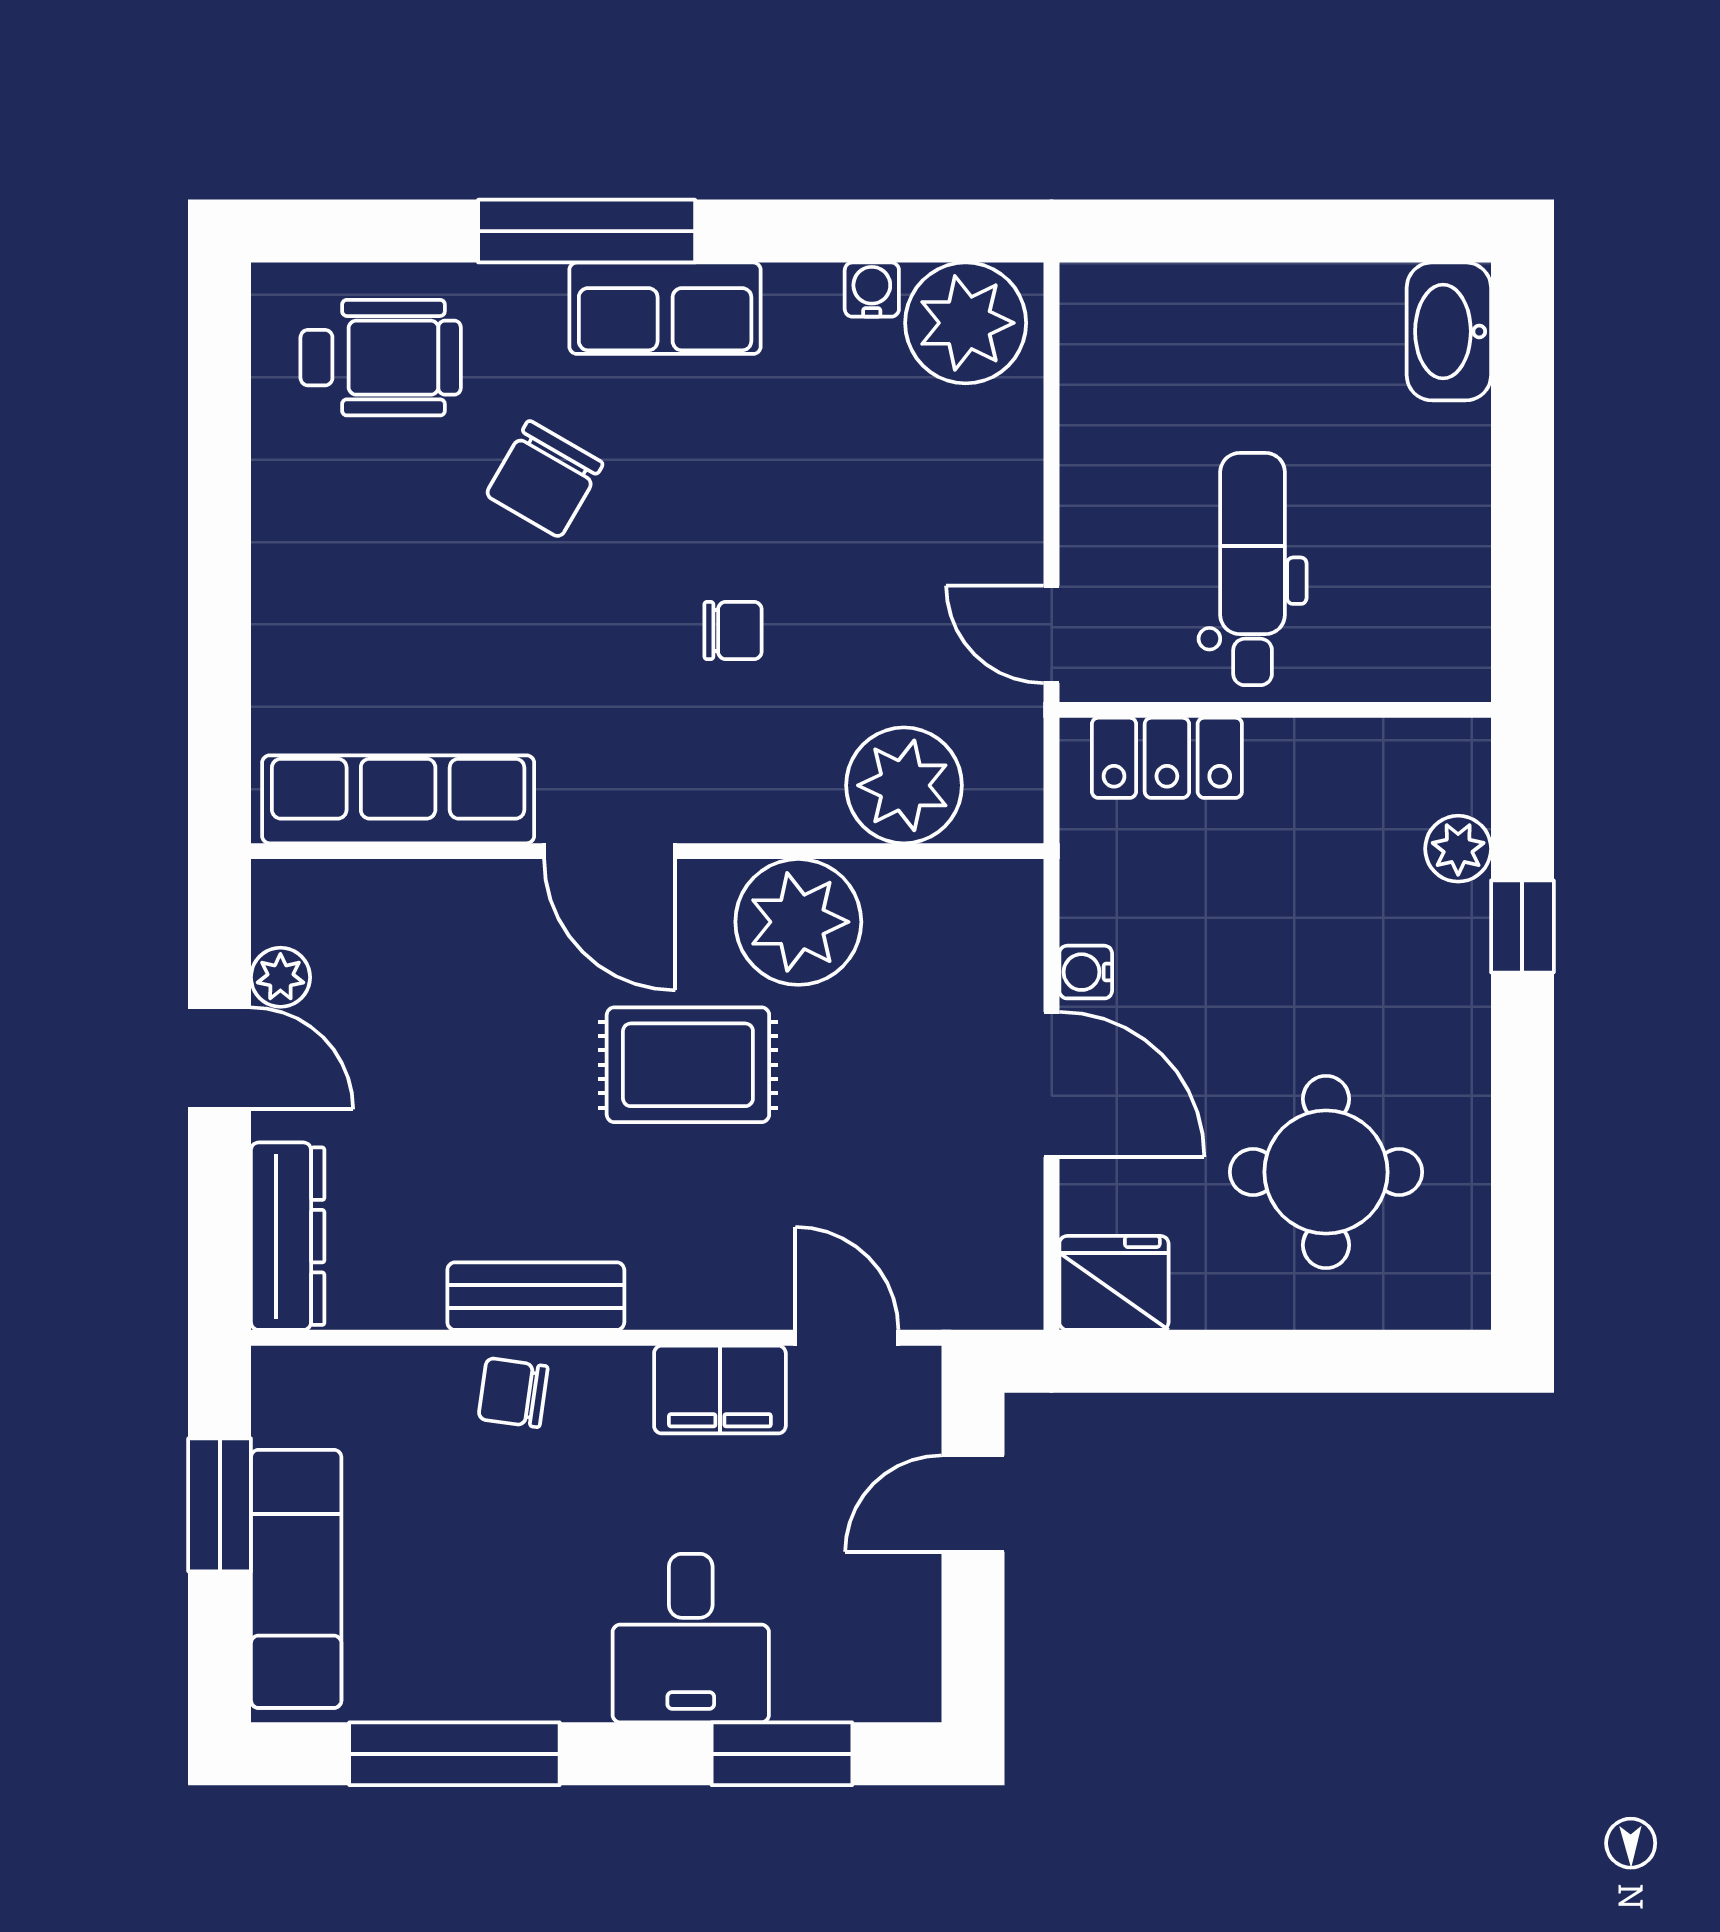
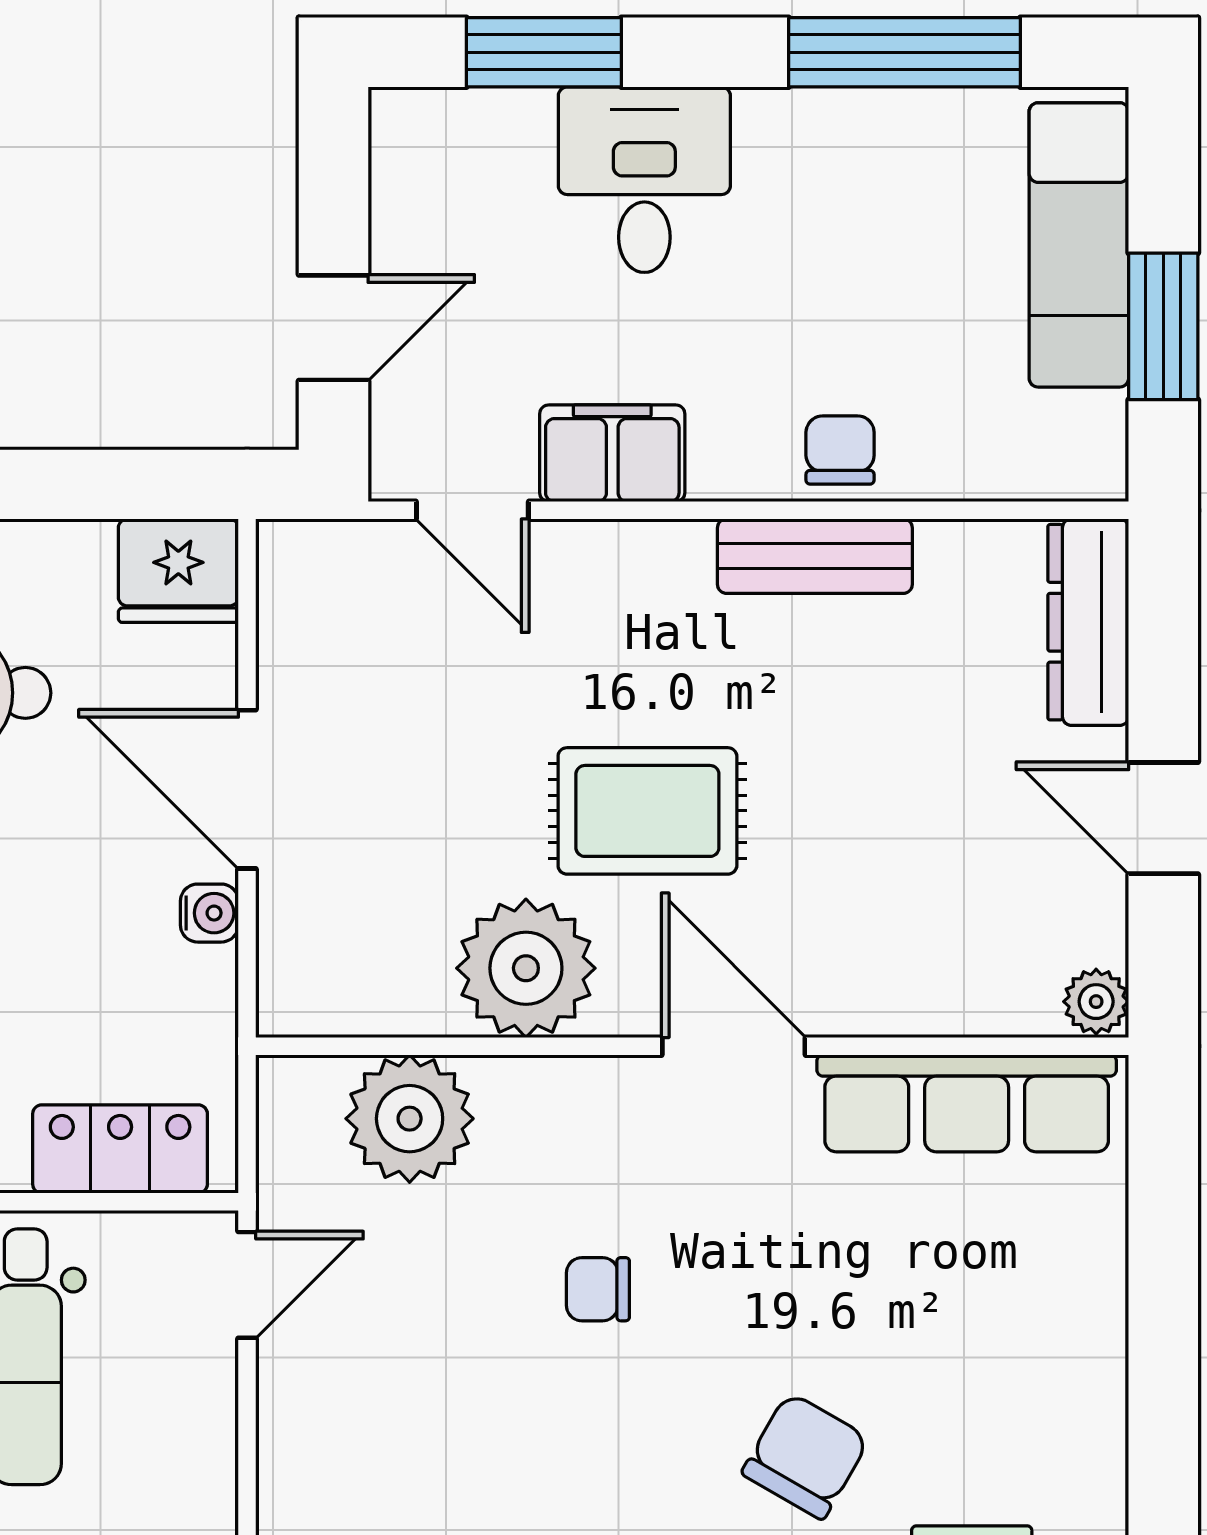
door: (1052, 634) -> (247, 1285), hinge flipped
plant: (280, 977) -> (1096, 1002), moved
chair: (513, 1393) -> (840, 450), turned -98

